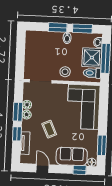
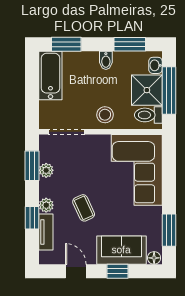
window: (58, 27) -> (66, 44), moved
bathtub: (32, 46) -> (50, 76), added
window: (18, 112) -> (32, 166), moved
plant: (27, 115) -> (46, 205), moved
window: (80, 170) -> (118, 271), moved

